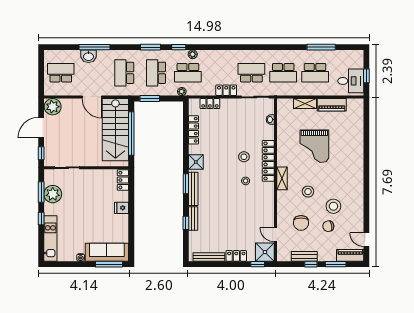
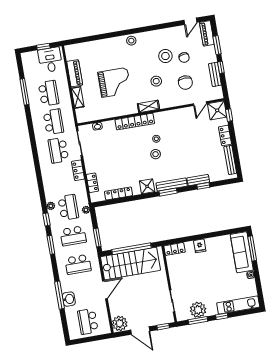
stool: (244, 157) -> (156, 154), moved
stool: (356, 172) -> (131, 41), added
chair: (301, 223) -> (185, 83), turned 90

